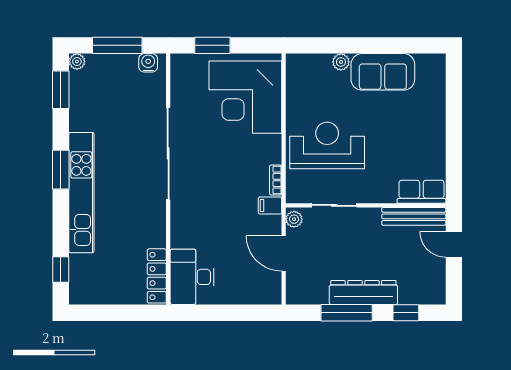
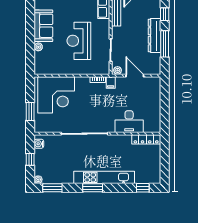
window: (117, 45) -> (30, 159), width x0.46
reception desk: (327, 146) -> (79, 41), moved
door: (284, 253) -> (135, 76), swing flipped
desk: (192, 277) -> (129, 122), moved

